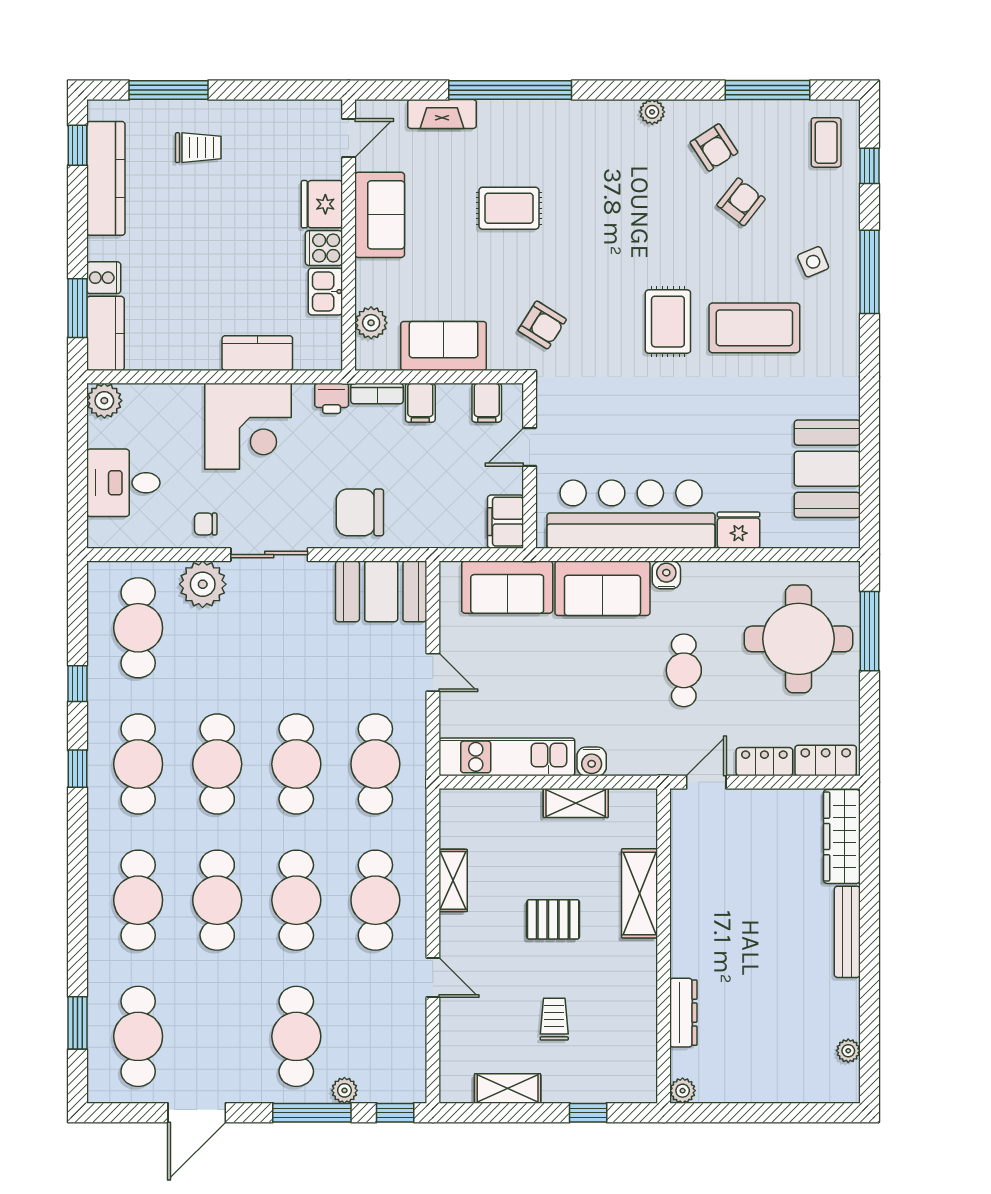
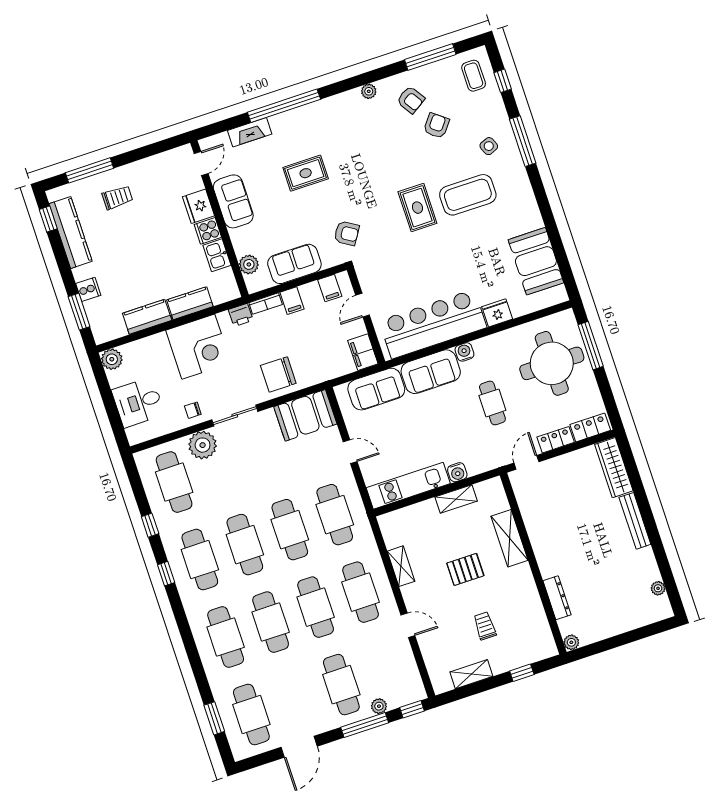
kitchen counter: (105, 333) -> (147, 317), moved, turned -90

